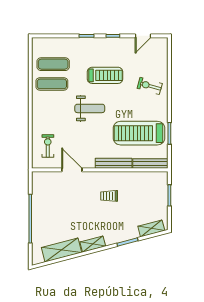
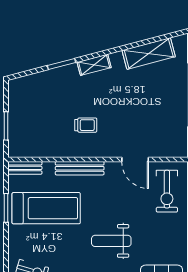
exercise bike: (48, 146) -> (167, 191), width x1.38, depth x1.39
bench: (150, 164) -> (25, 168), width x0.73
shelving: (151, 228) -> (30, 82), removed
shelving: (93, 244) -> (94, 65), moved

